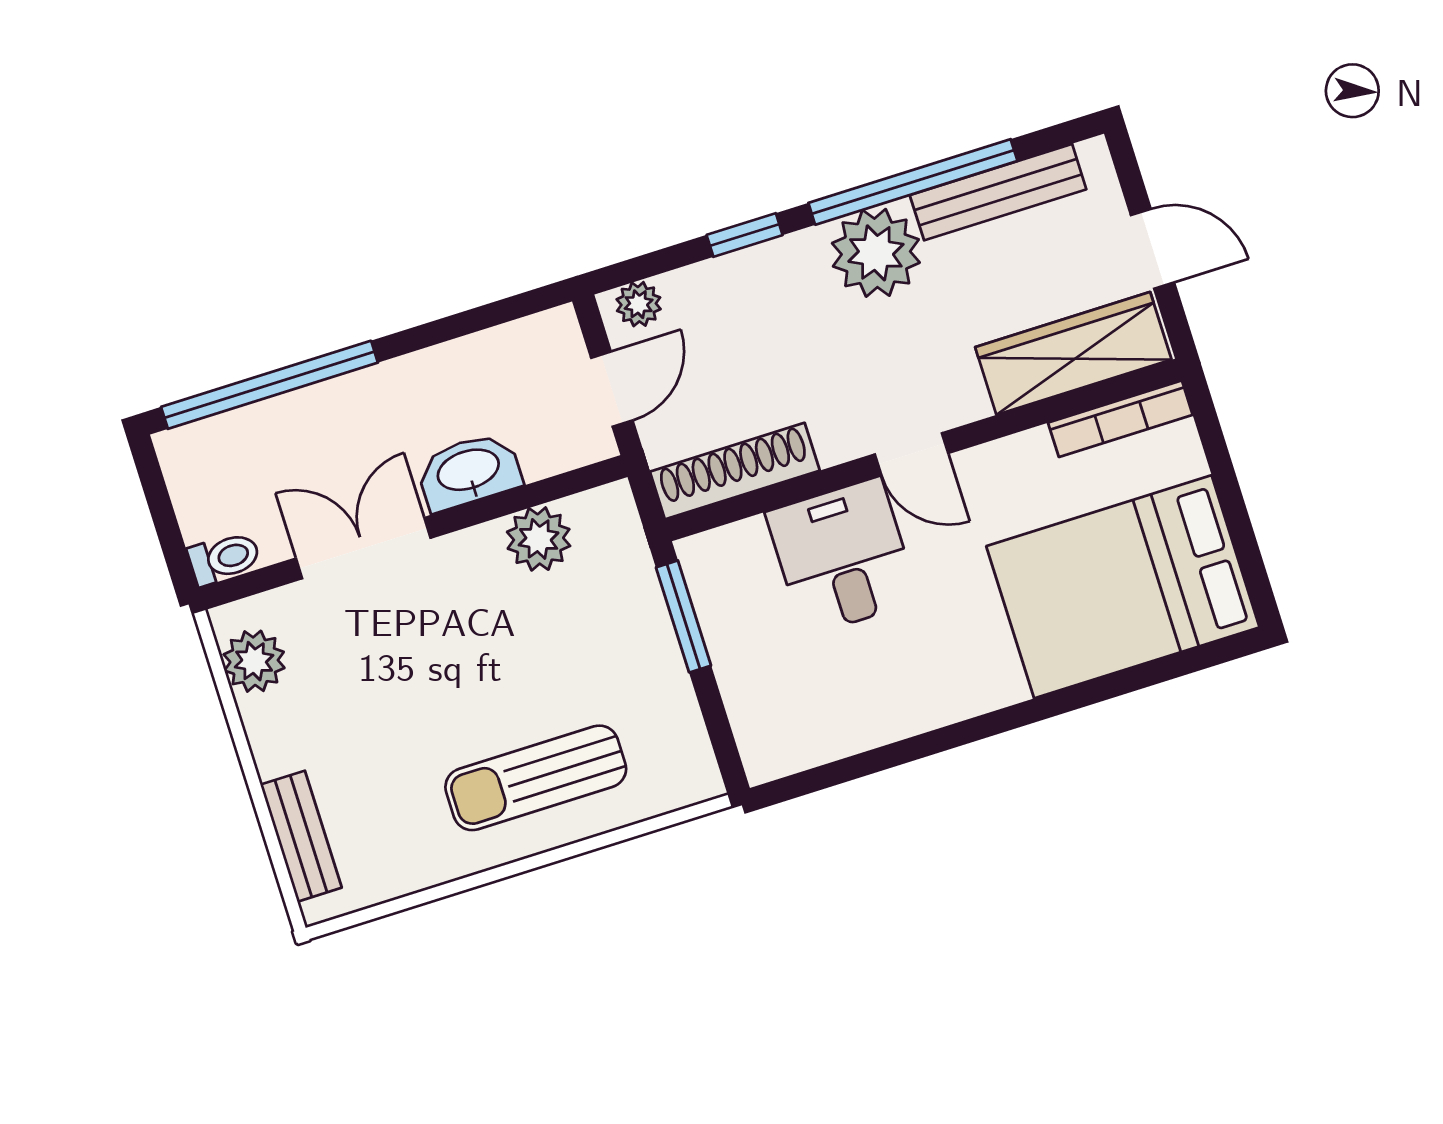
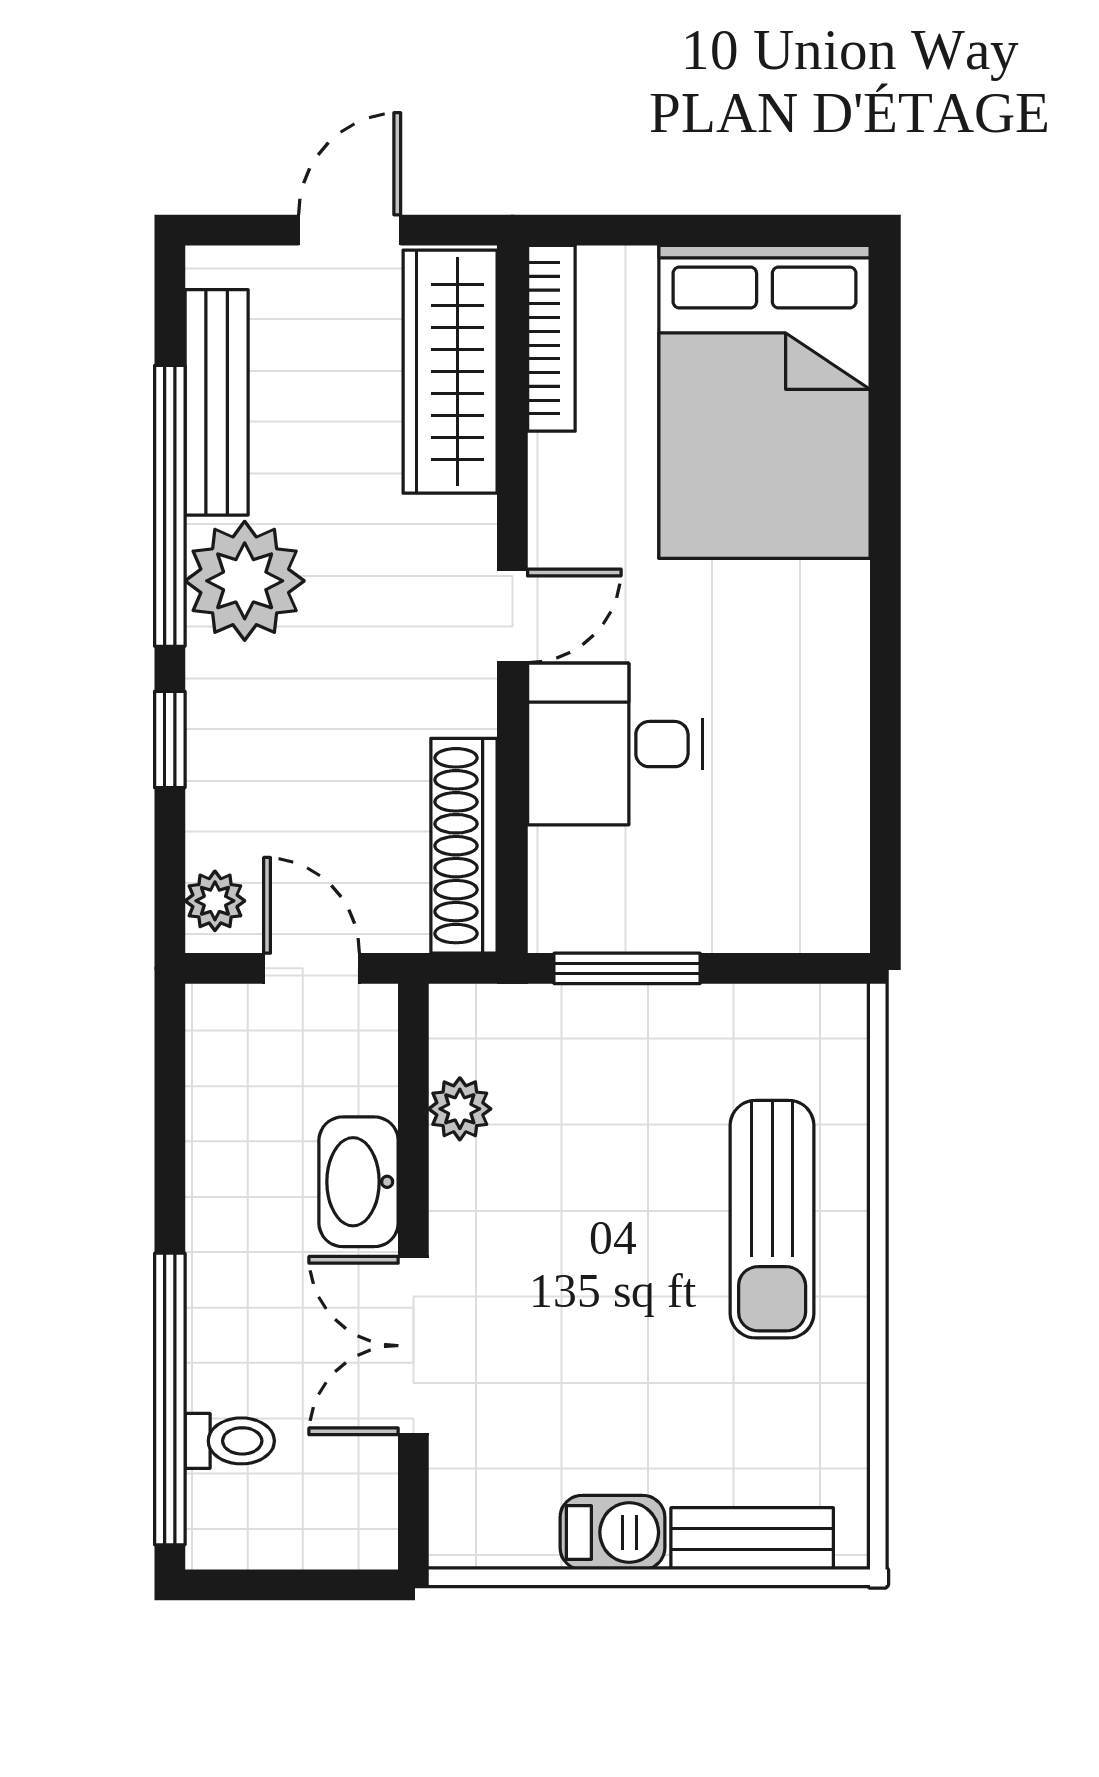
plant: (539, 539) -> (460, 1109), width x0.73, depth x0.73
toilet: (224, 558) -> (230, 1441), moved, turned 90
plant: (254, 661) -> (513, 1528), removed
barbecue: (274, 734) -> (612, 1532), added

